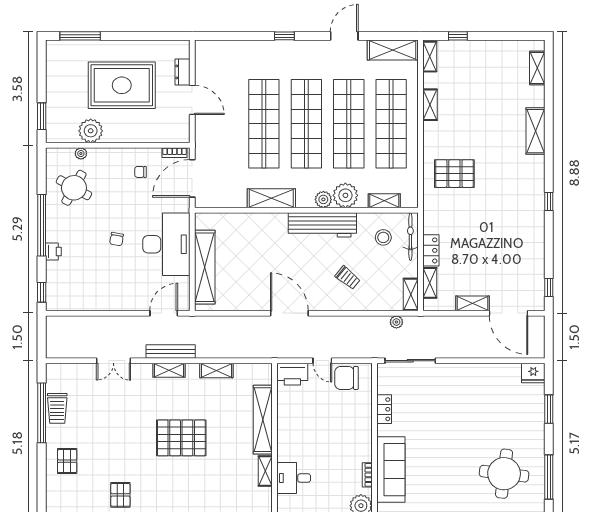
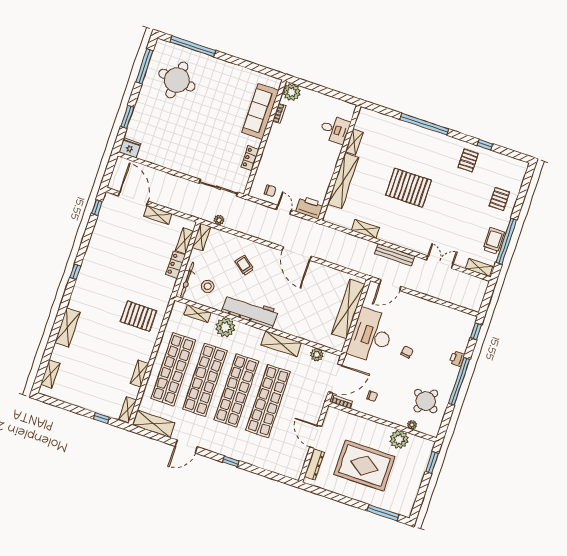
dresser: (182, 72) -> (314, 464), width x1.44
plant: (323, 199) -> (317, 355), moved
shelving: (169, 370) -> (479, 268), moved
chair: (347, 378) -> (270, 191), width x0.54, depth x0.54

